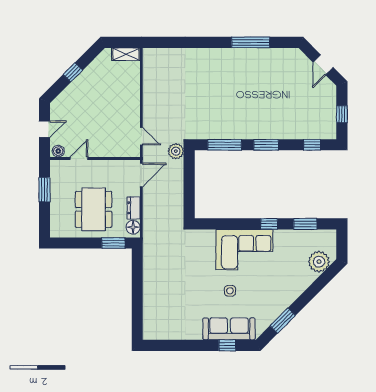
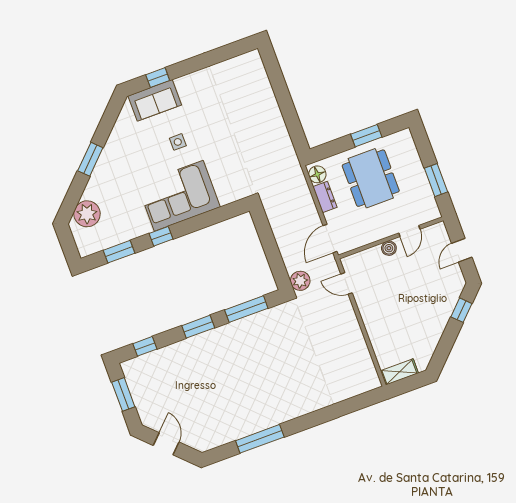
window: (73, 72) -> (461, 310), moved
window: (342, 114) -> (123, 394), width x1.50
boiler: (58, 151) -> (389, 248), moved
window: (113, 243) -> (366, 136), moved
window: (283, 321) -> (90, 159), moved
sofa: (229, 329) -> (155, 100), width x0.73

